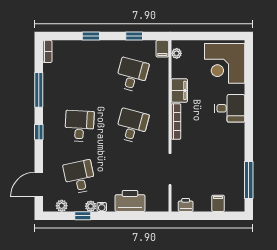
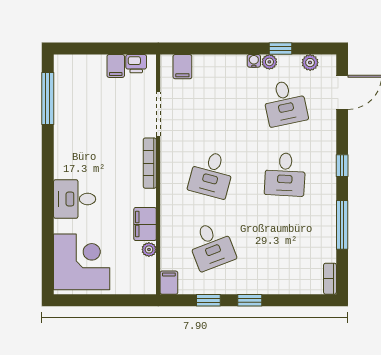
window: (91, 36) -> (250, 300), moved
plant: (177, 53) -> (149, 249), moved
desk: (132, 75) -> (211, 246), turned -36
bookcase: (176, 121) -> (150, 163), moved
printer: (130, 201) -> (214, 69), removed
filing cabinet: (153, 203) -> (182, 67), added
filing cabinet: (218, 203) -> (116, 66), moved

